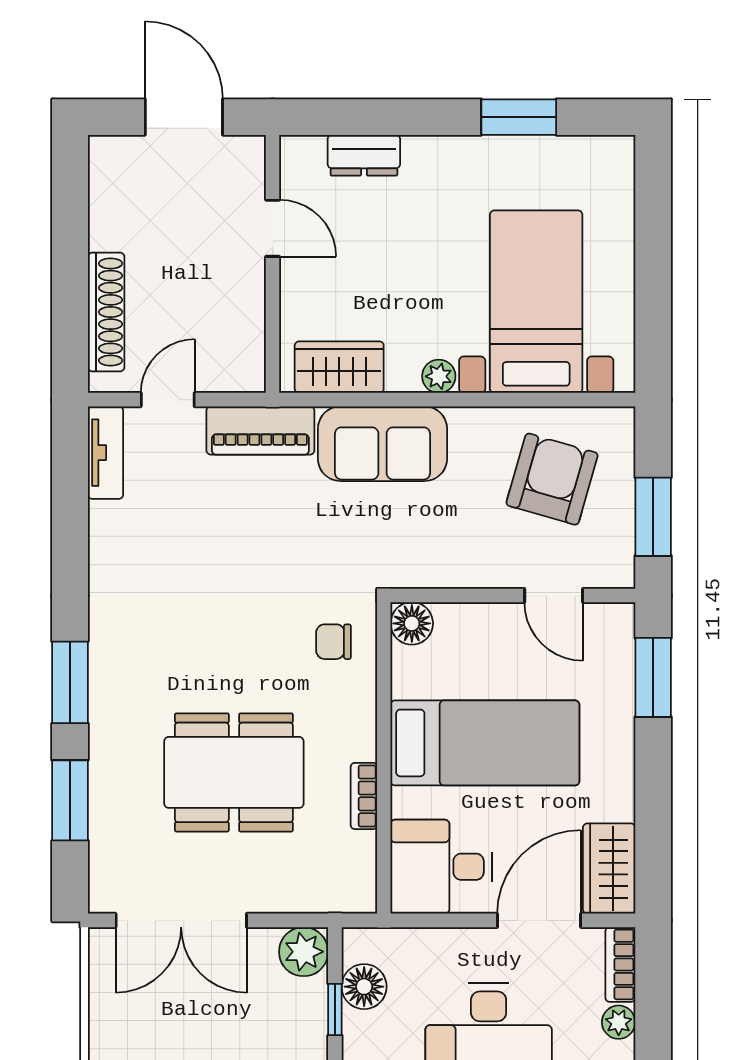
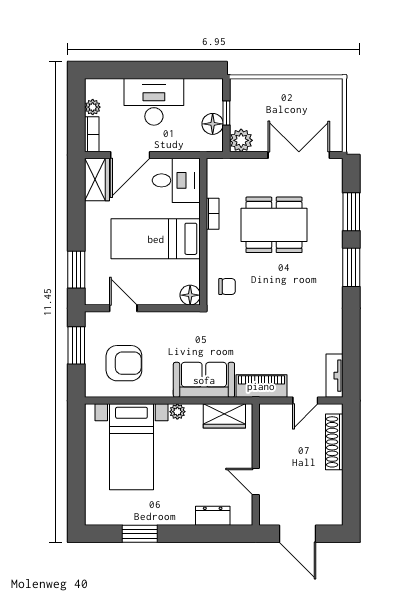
armchair: (552, 479) -> (124, 363), turned -106

